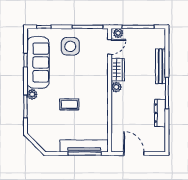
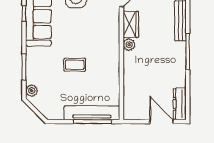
plant: (32, 94) -> (32, 91), moved
dresser: (160, 113) -> (180, 104), moved
door: (134, 154) -> (161, 122), moved

